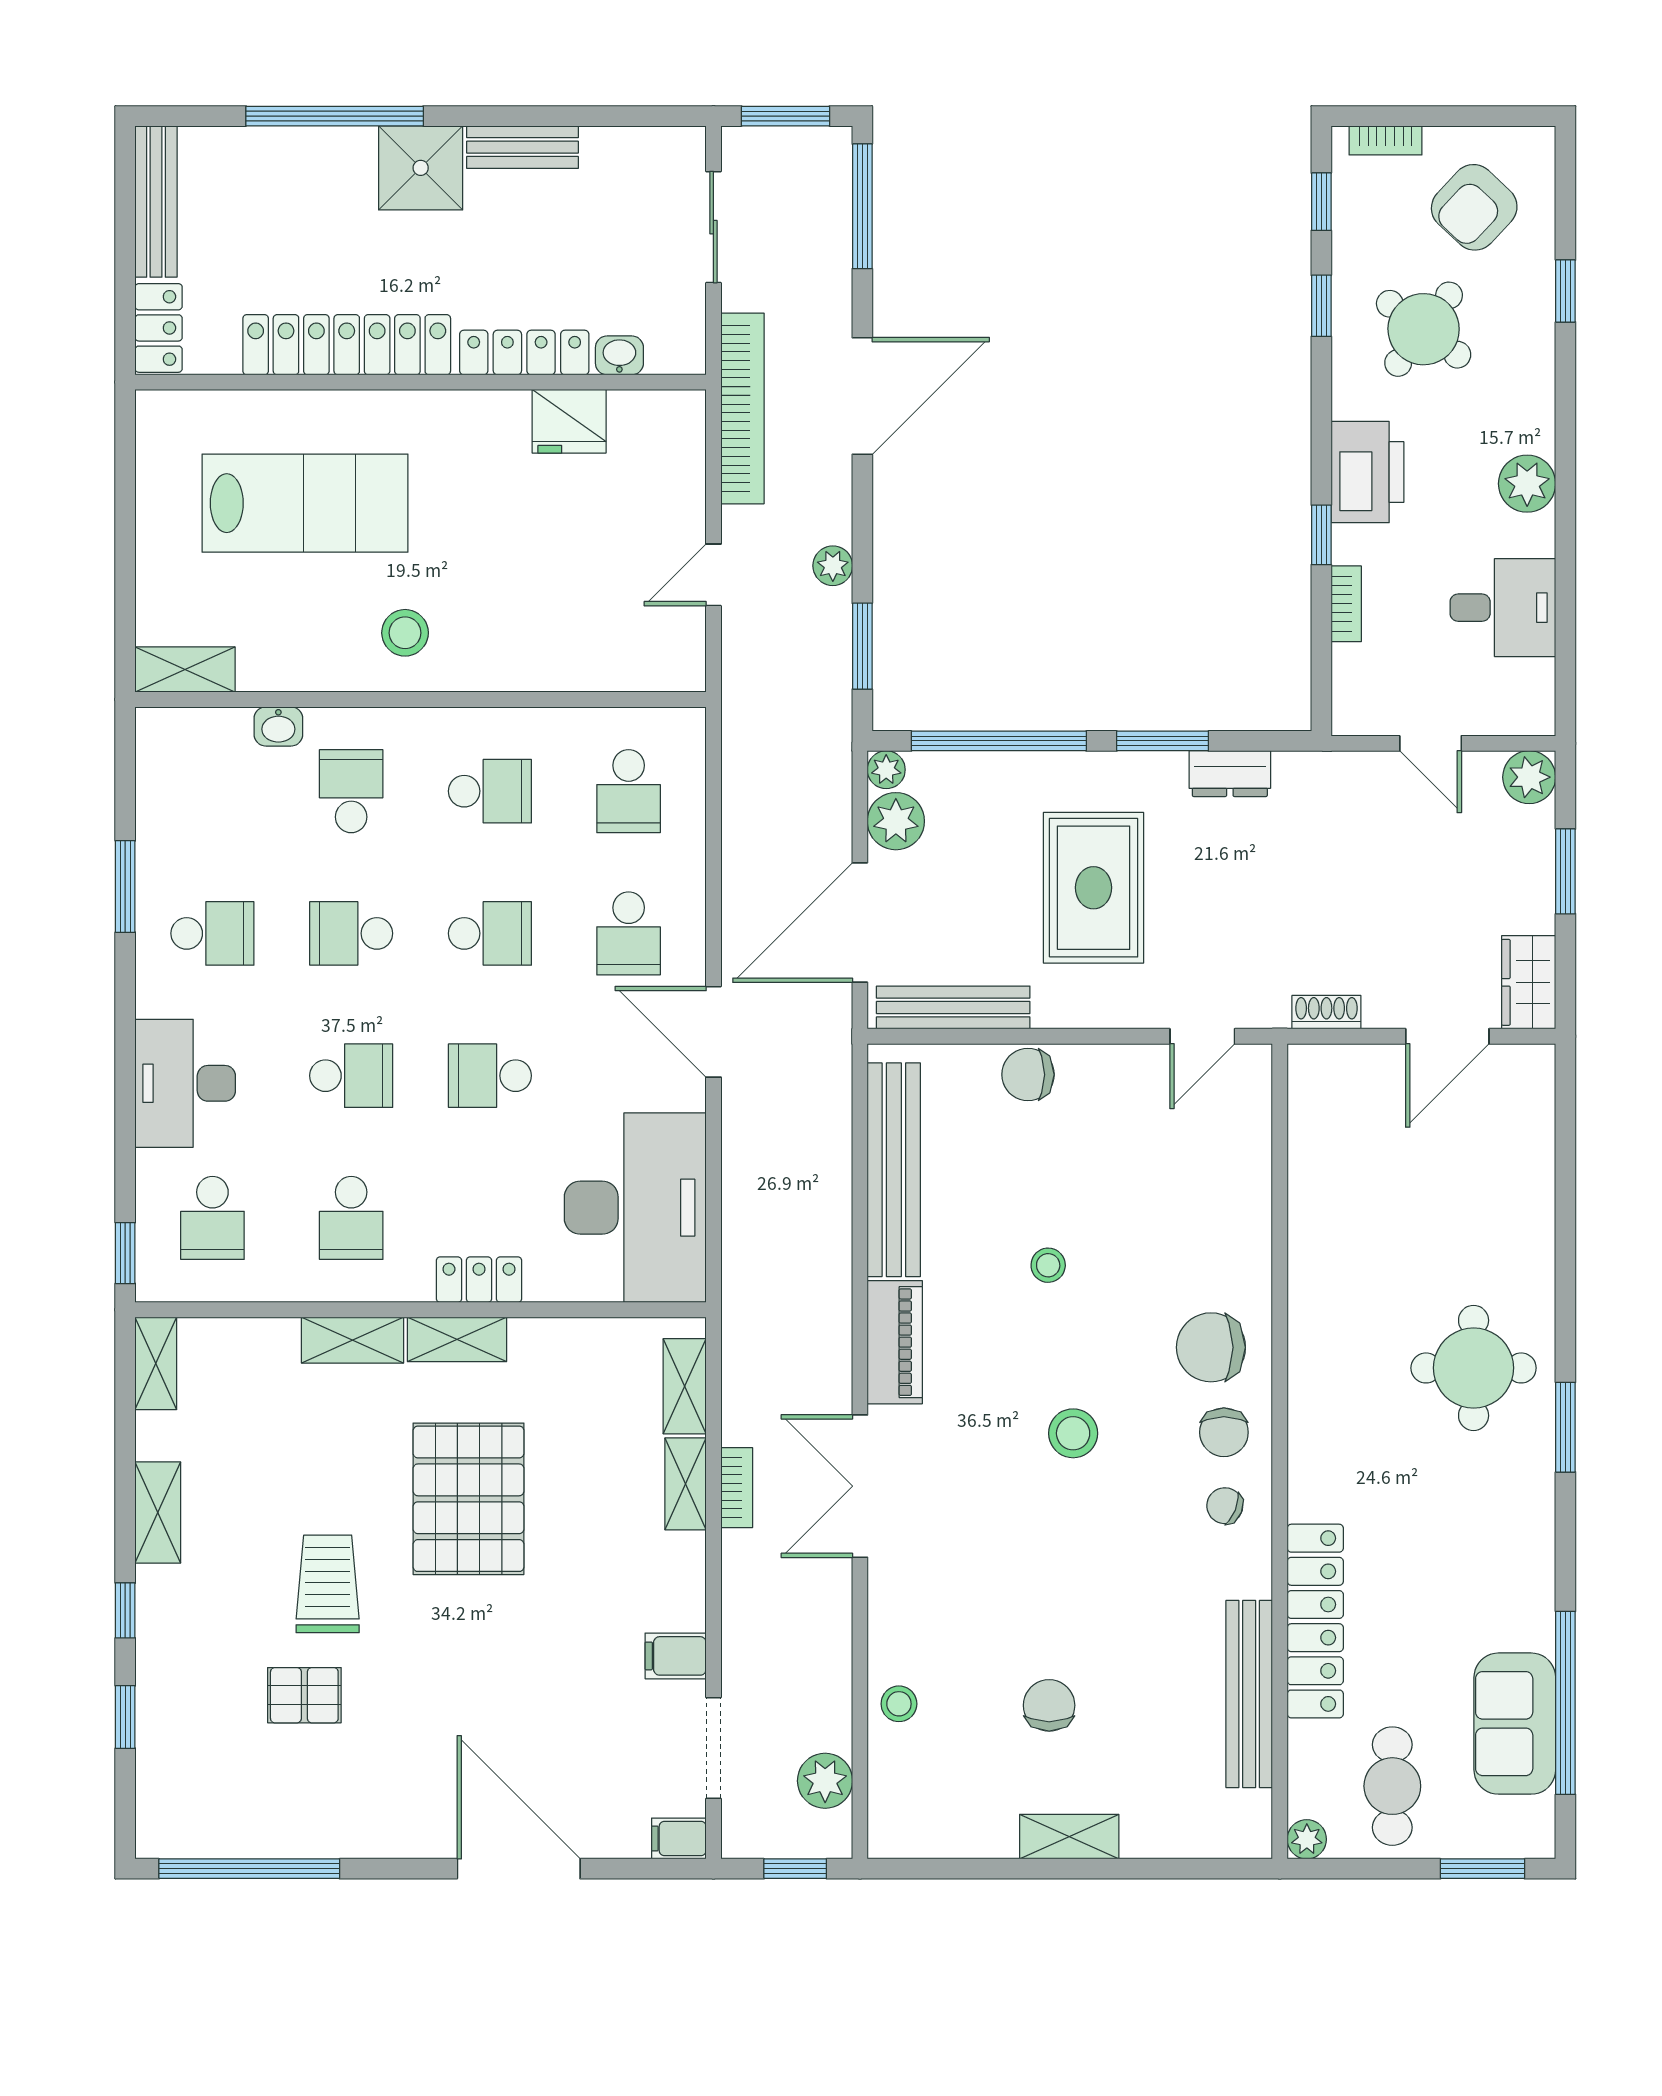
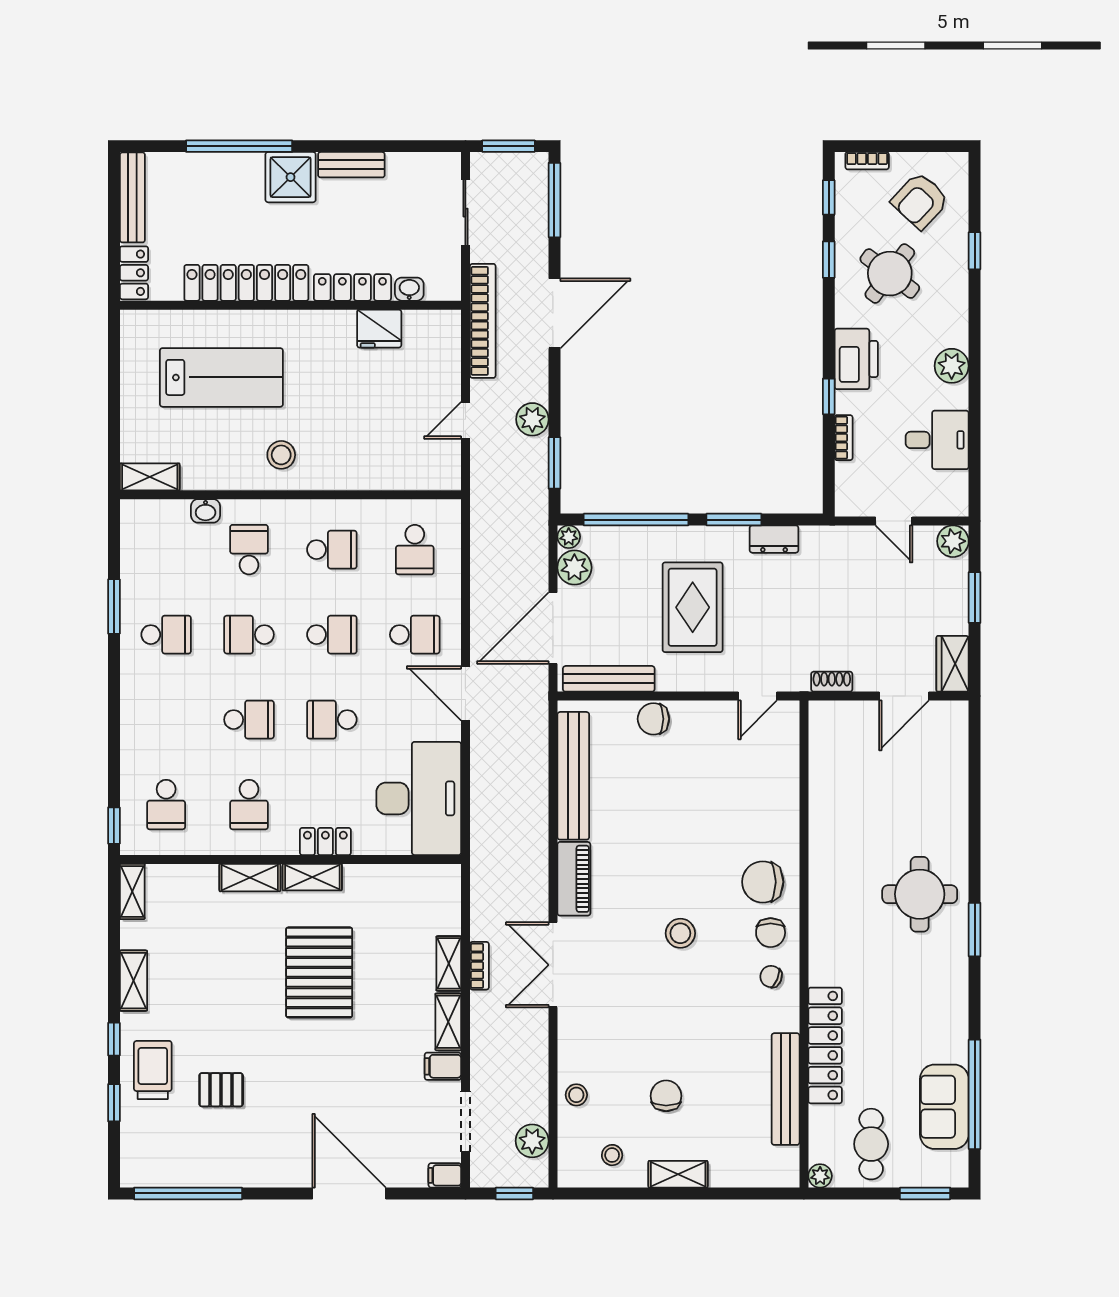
plant: (833, 566) -> (532, 419), width x1.38, depth x1.38
school desk: (629, 933) -> (415, 635), turned -90
desk: (185, 1083) -> (150, 724), removed
stool: (1048, 1265) -> (612, 1155), moved
shelving: (685, 1386) -> (448, 1022), moved
trolley: (328, 1584) -> (153, 1070), moved

